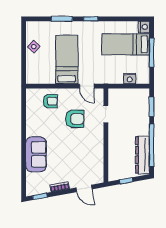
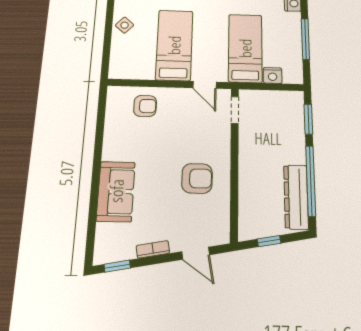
bed: (126, 44) -> (245, 48), moved, turned 90
doorway: (106, 114) -> (235, 110), moved
armchair: (75, 119) -> (197, 178), moved

